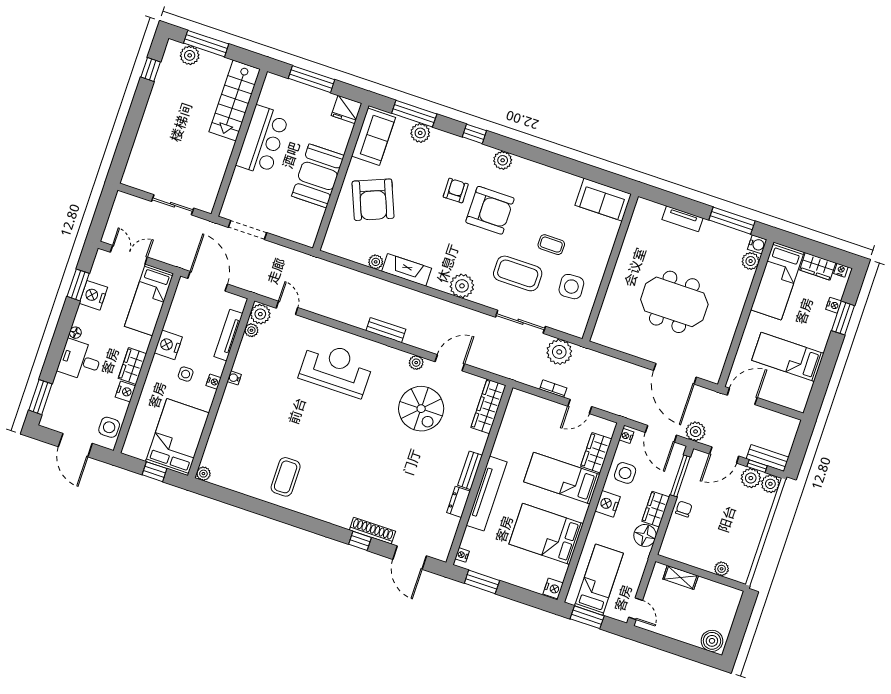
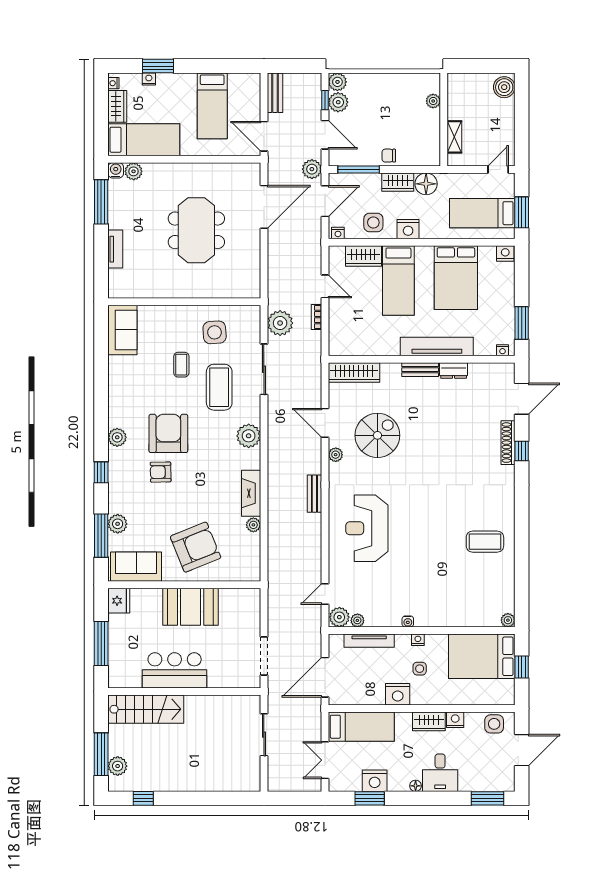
bench: (768, 458) -> (275, 93), moved

